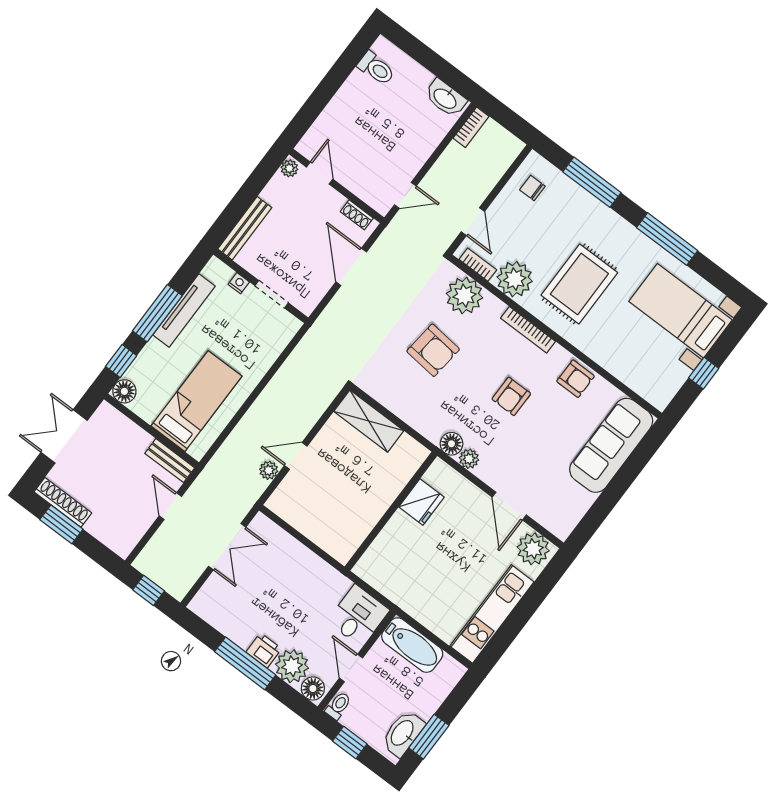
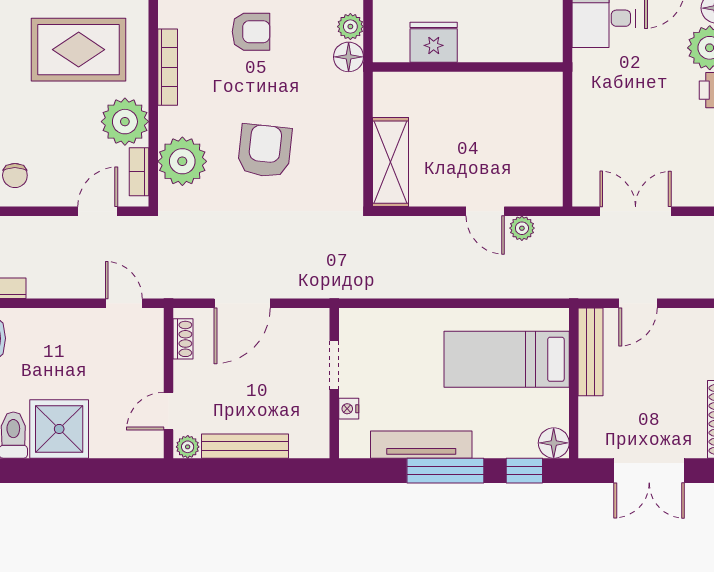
shower: (359, 99) -> (59, 429), added
bench: (245, 228) -> (245, 446), moved
bench: (170, 461) -> (591, 352), width x1.36

